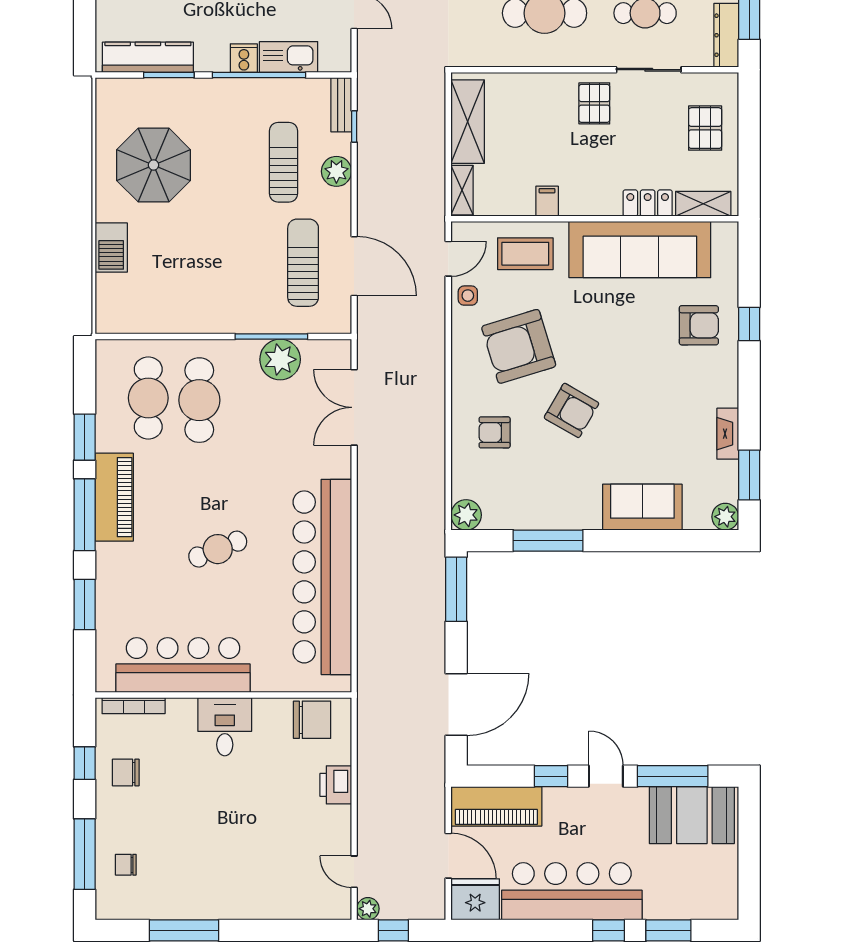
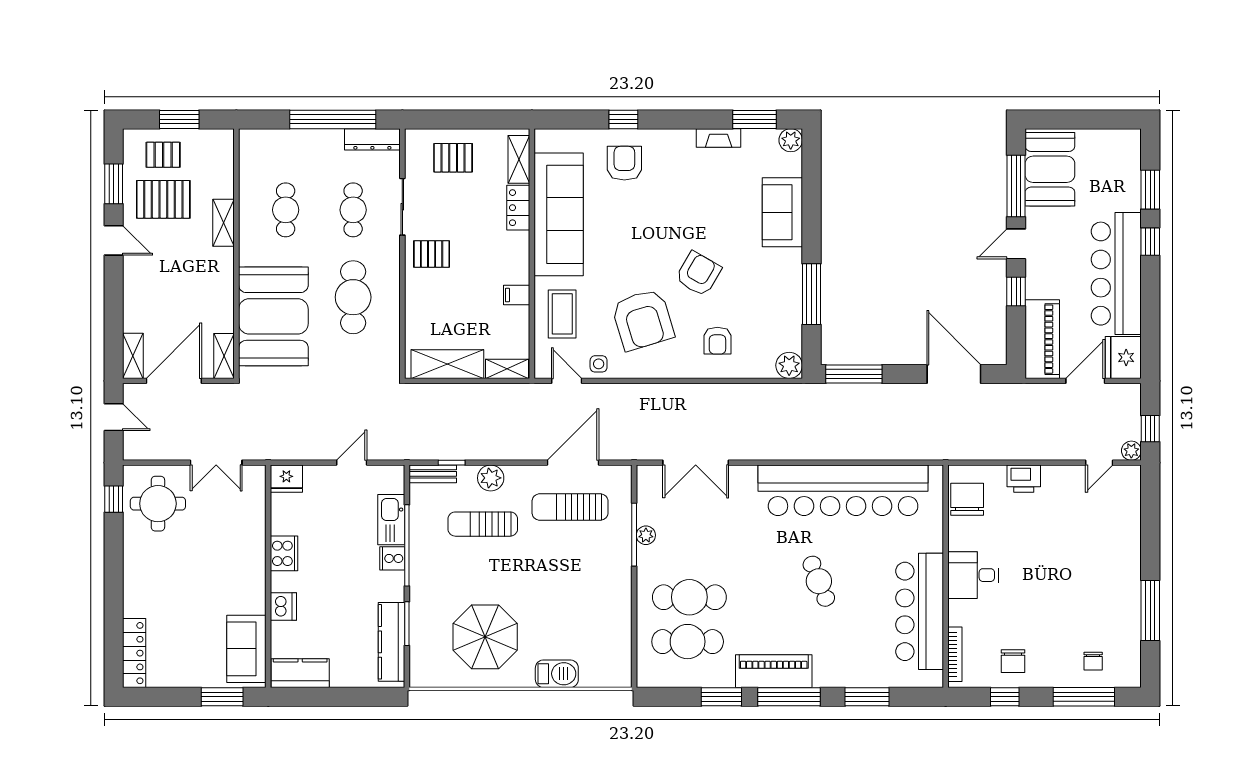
plant: (280, 359) -> (646, 535), width x0.53, depth x0.53

